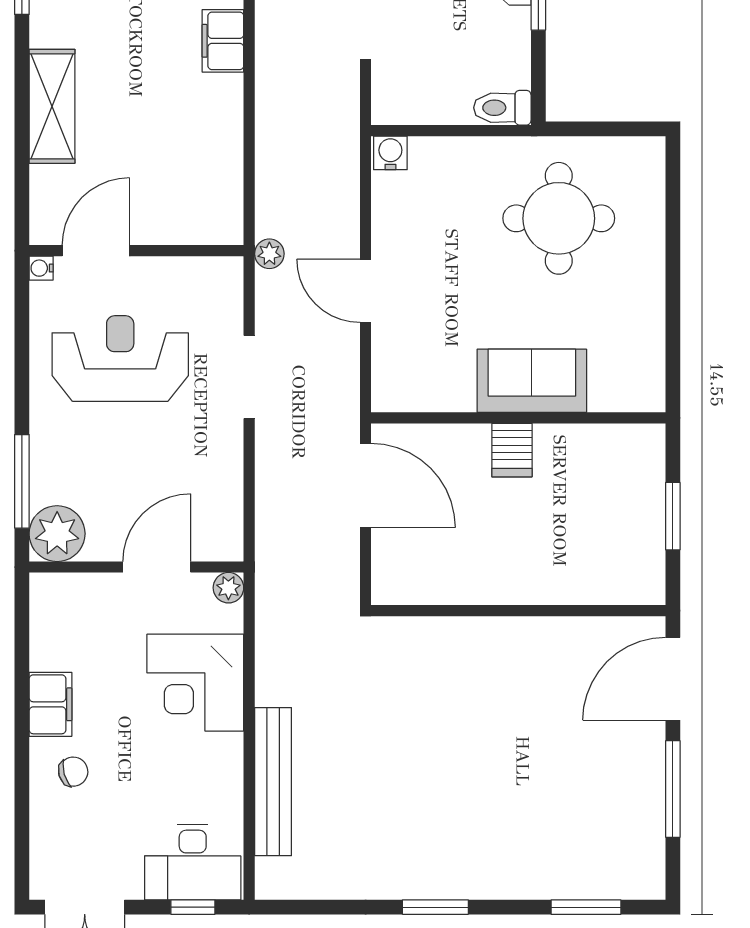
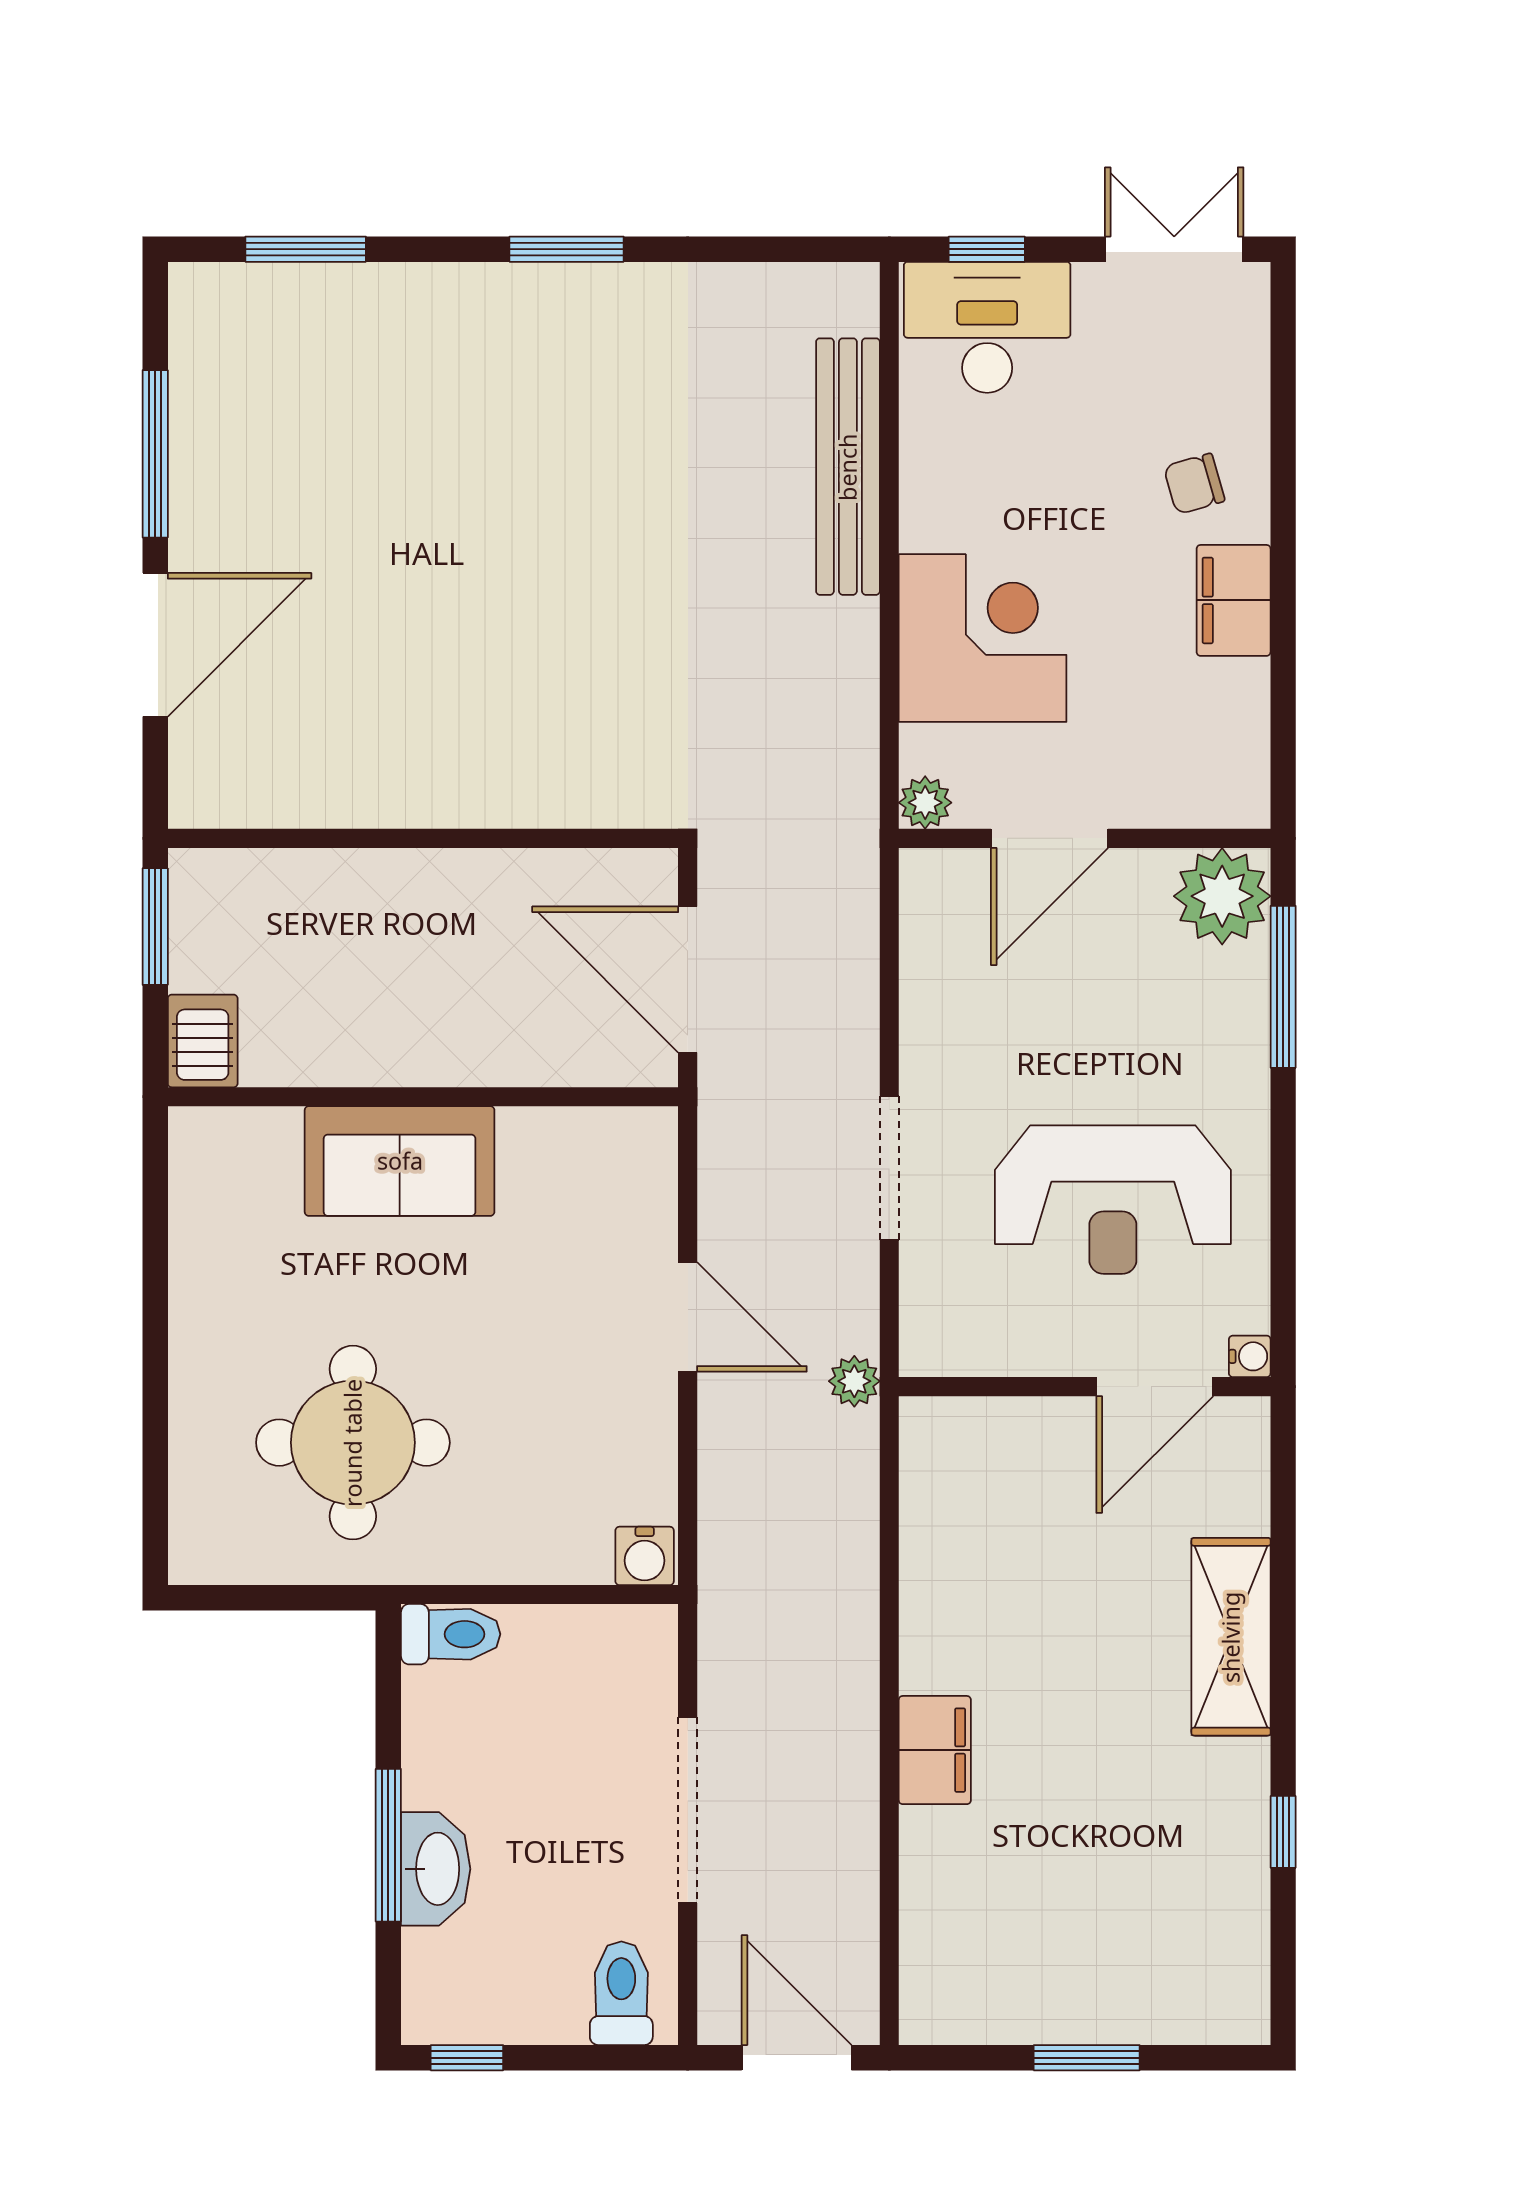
server rack: (512, 450) -> (203, 1041), moved
wall: (518, 611) -> (423, 838), moved

